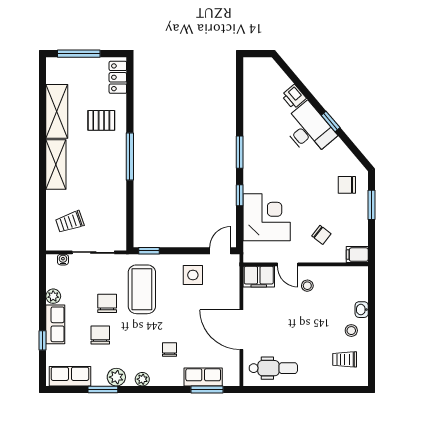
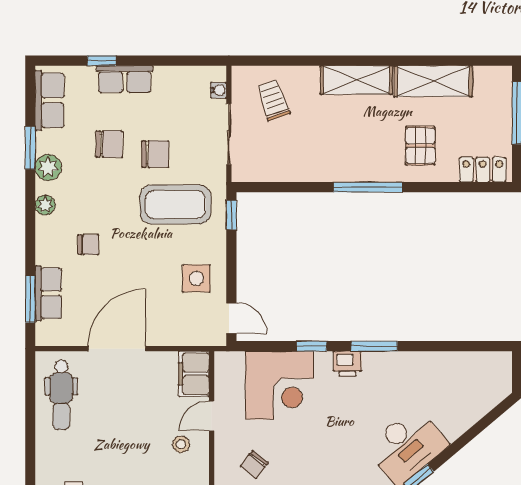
printer: (294, 97) -> (347, 364), moved, turned -140
plant: (53, 296) -> (166, 76), removed

